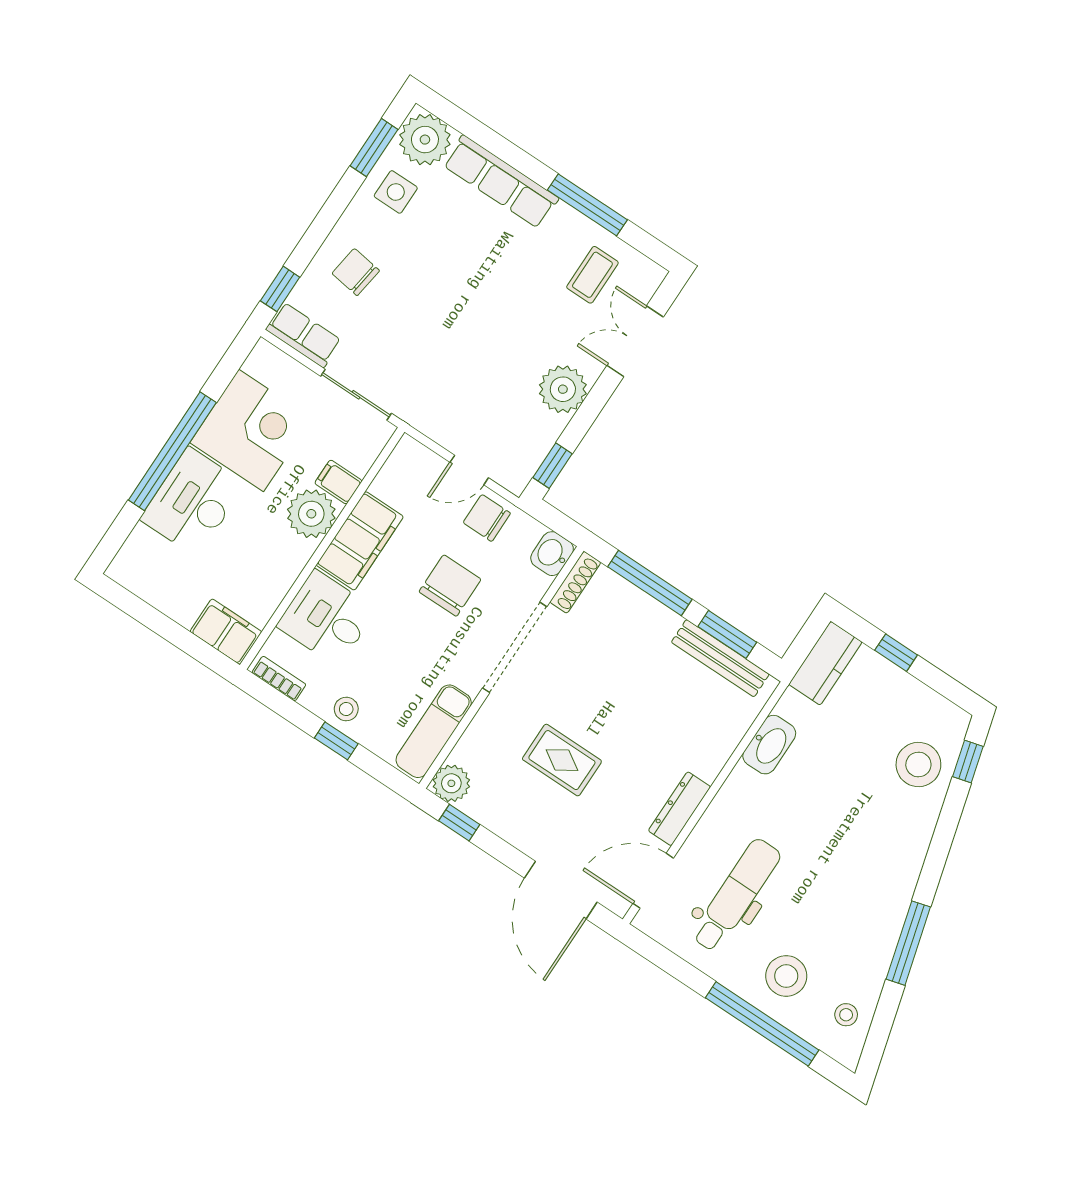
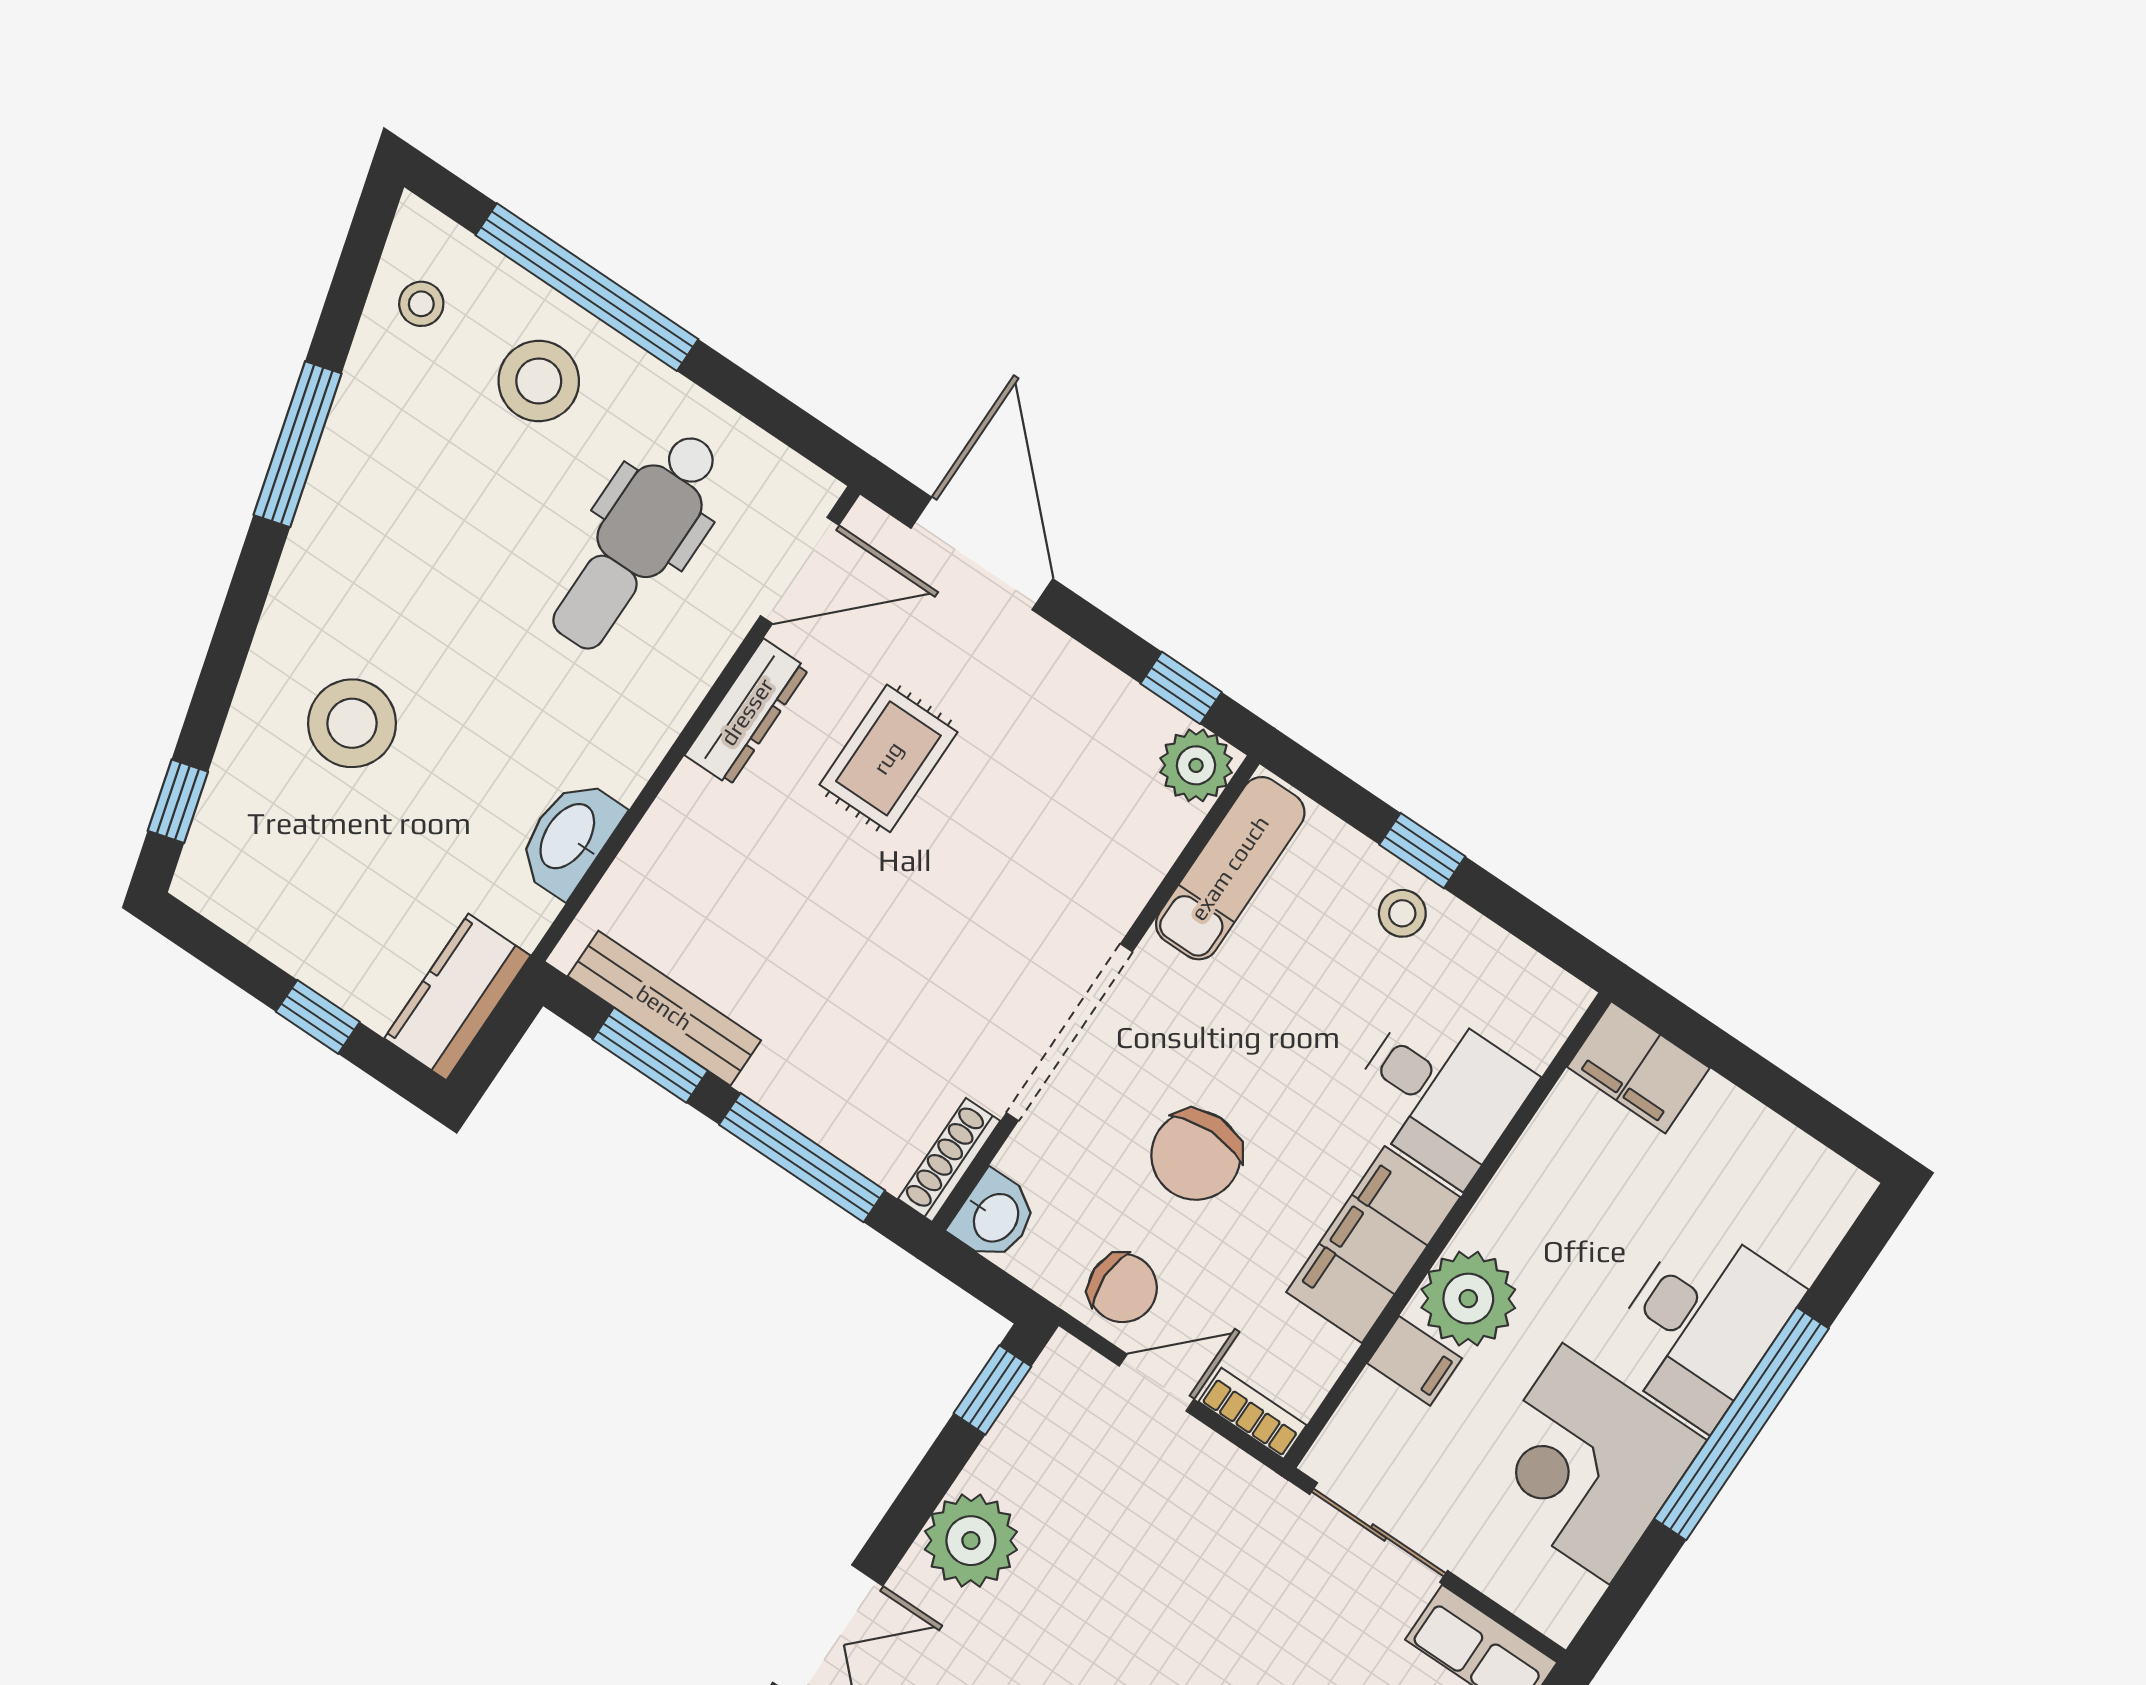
bookcase: (279, 679) -> (1253, 1413), moved, turned 180
rug: (562, 760) -> (888, 758), moved, turned 90
stool: (918, 764) -> (352, 723), moved

